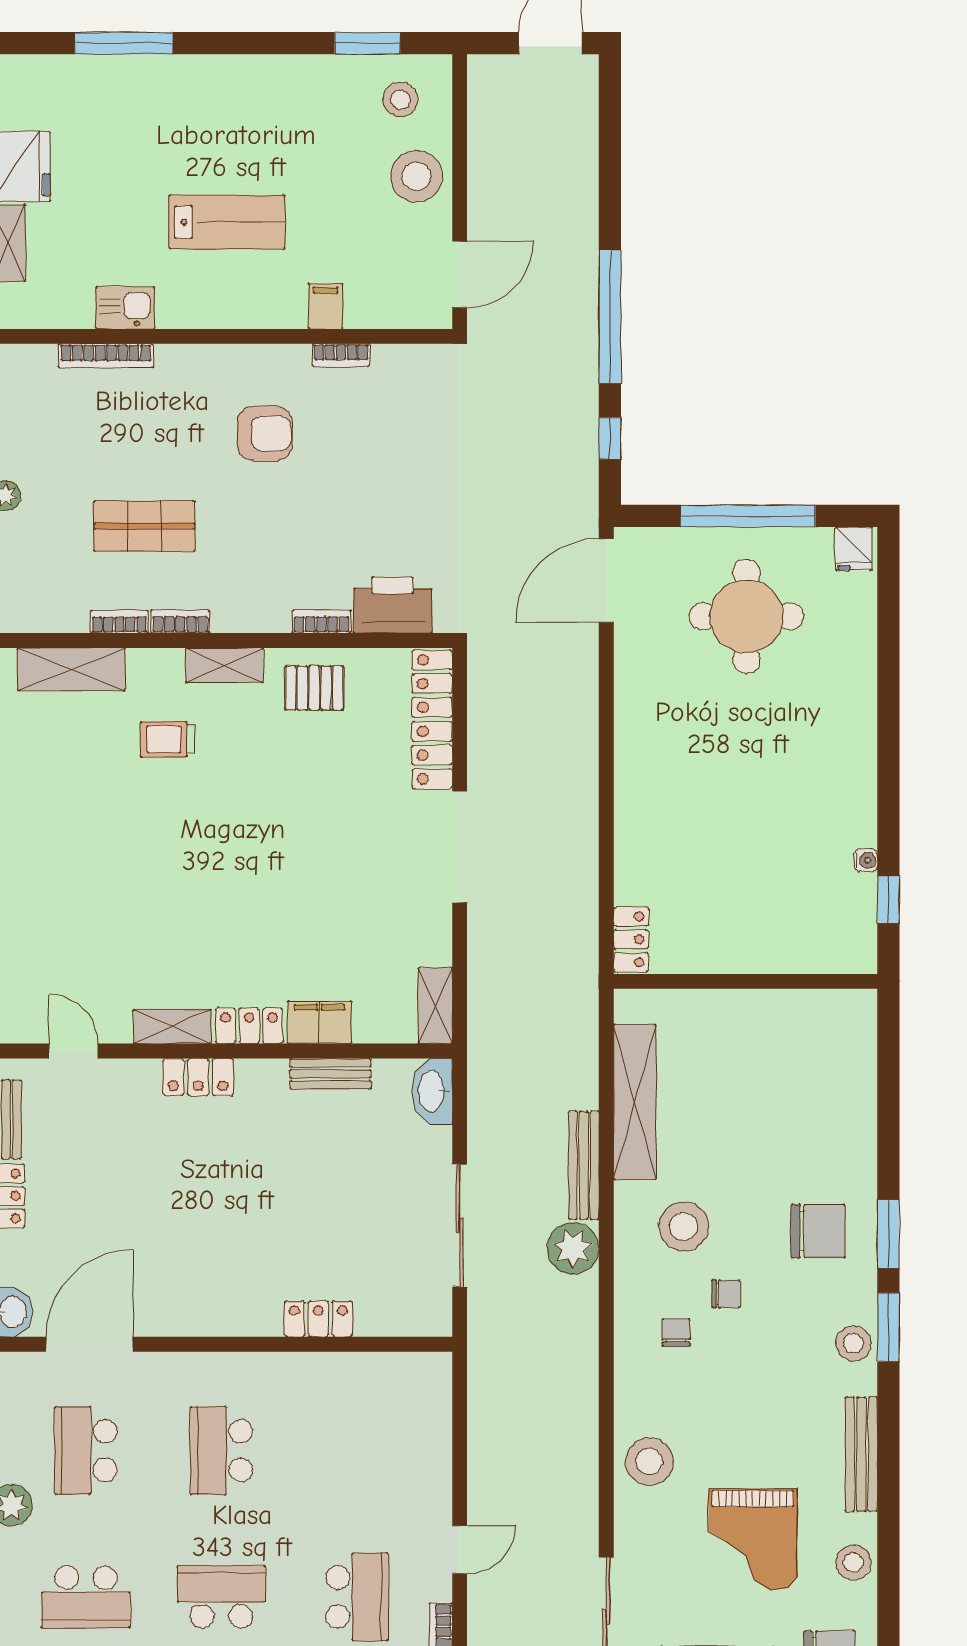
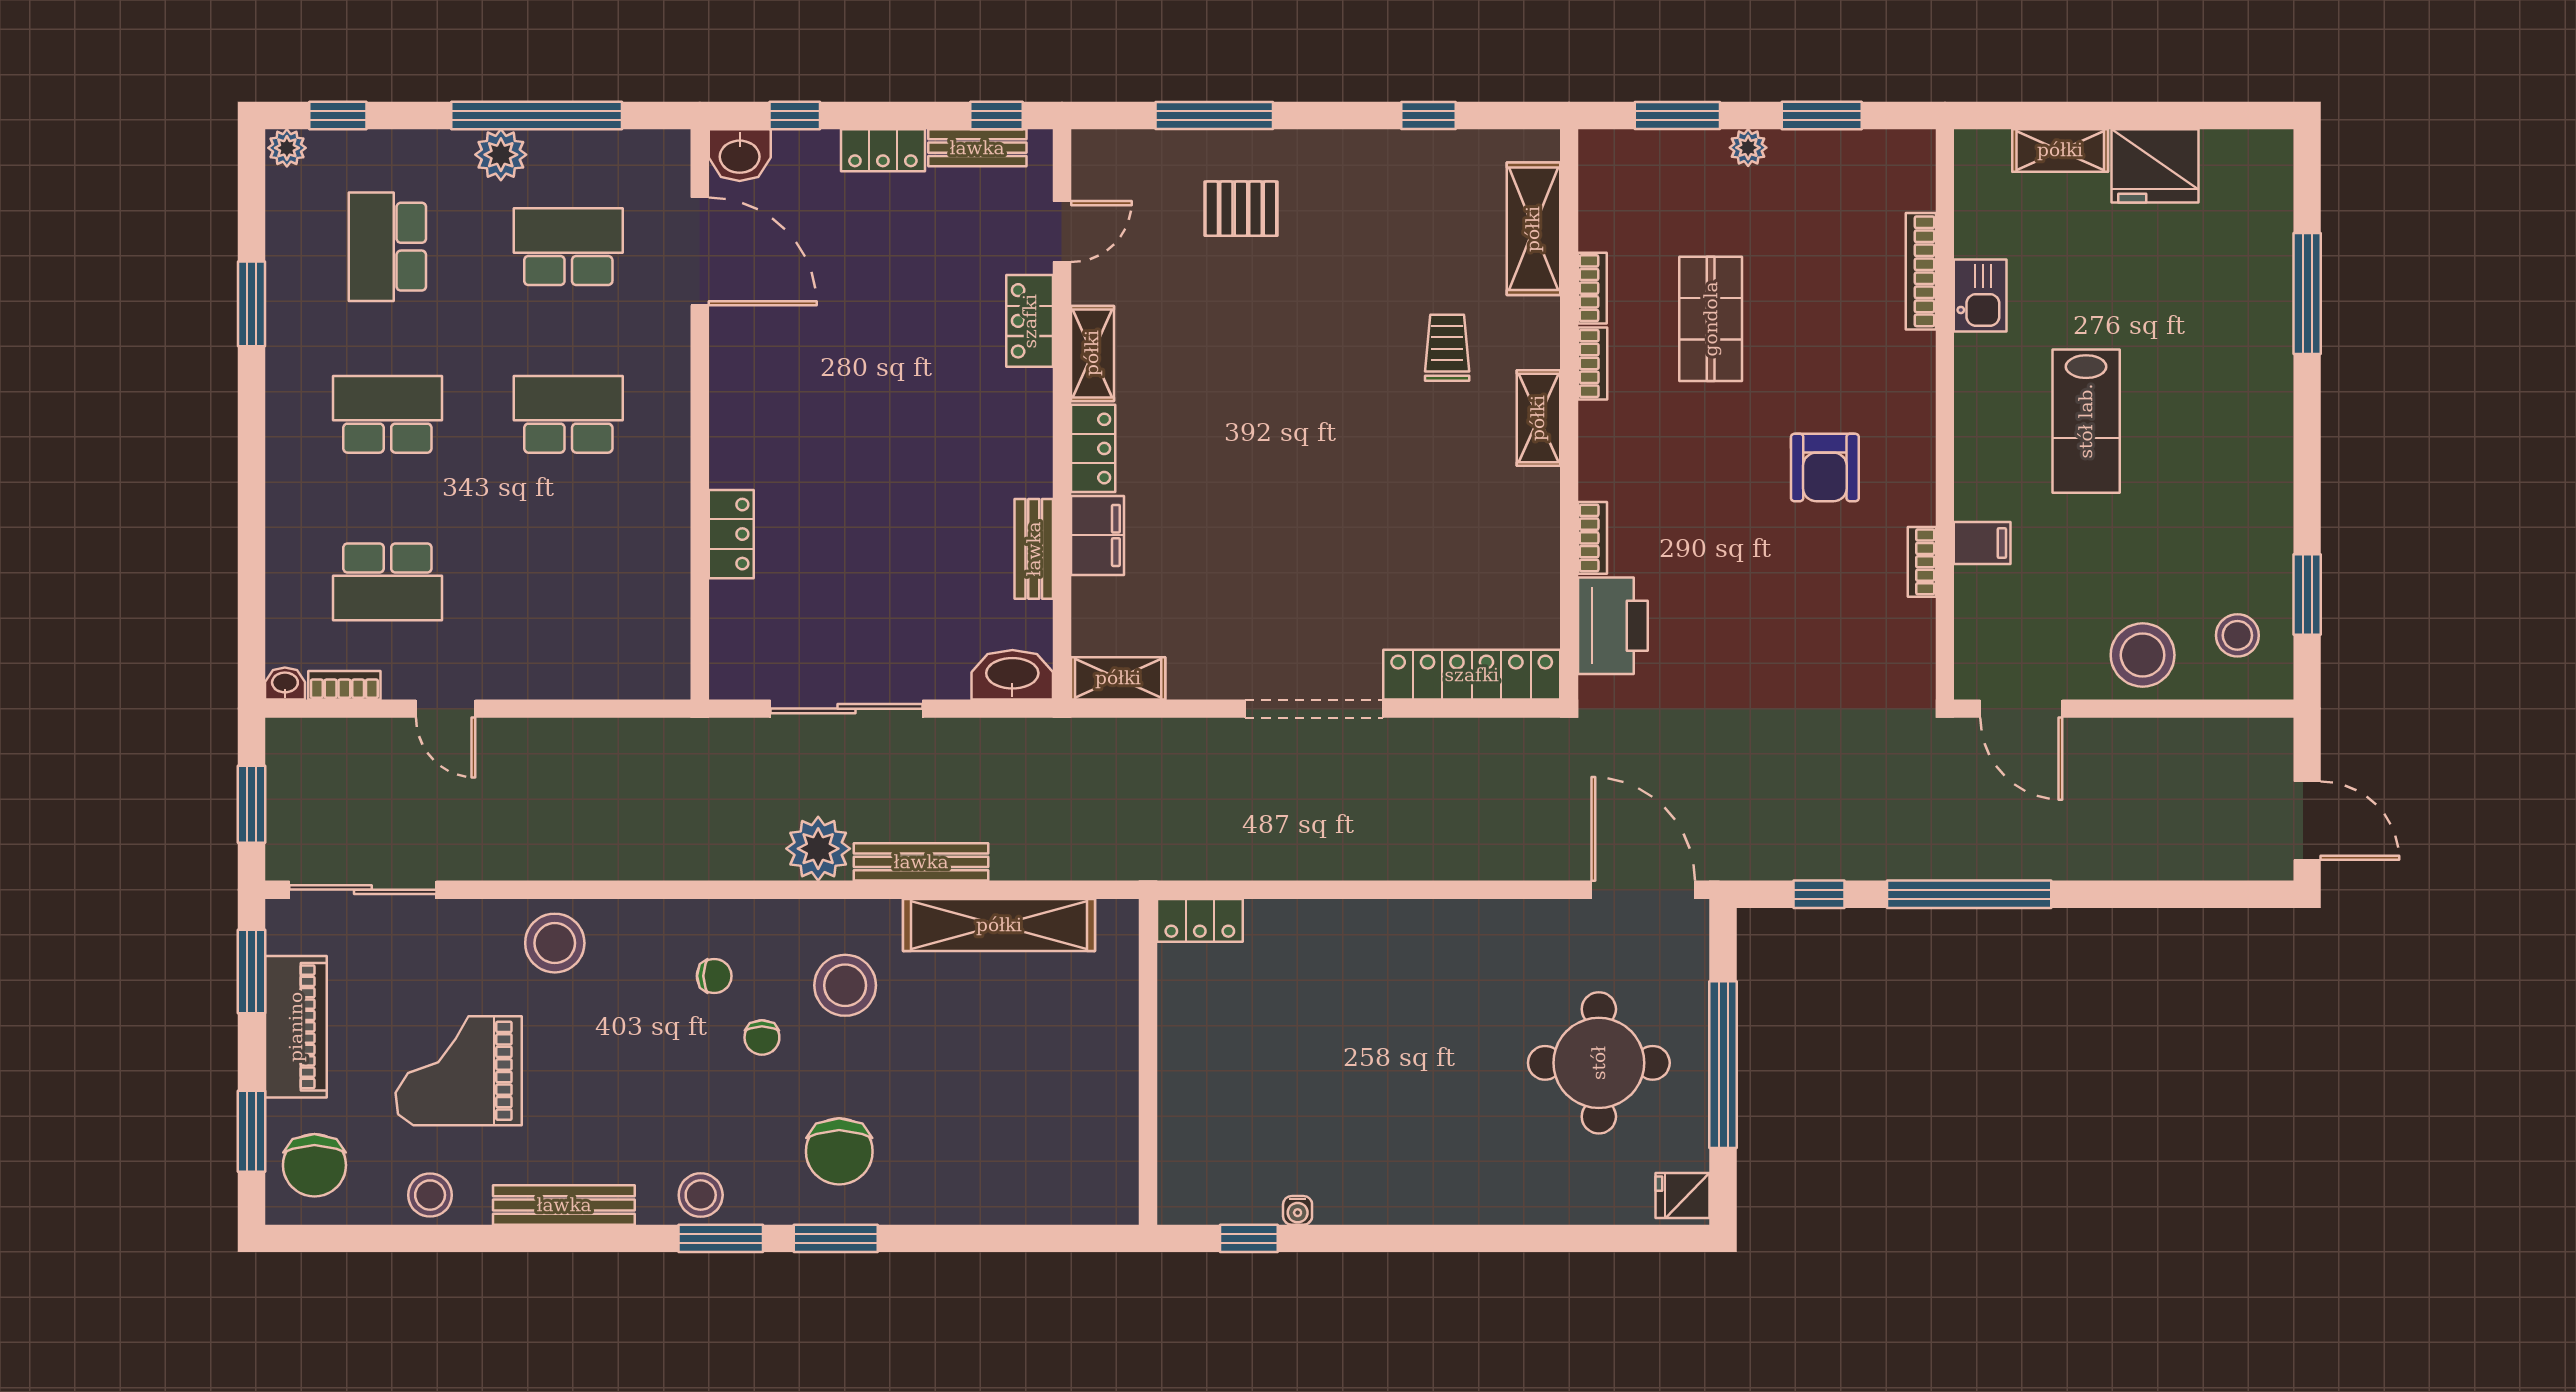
pallet: (314, 688) -> (1241, 209), moved, turned 90
locker: (198, 1077) -> (1030, 321), moved
school desk: (221, 1597) -> (387, 414), turned -90

